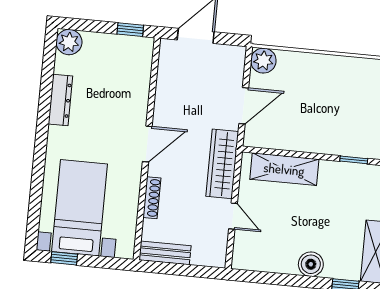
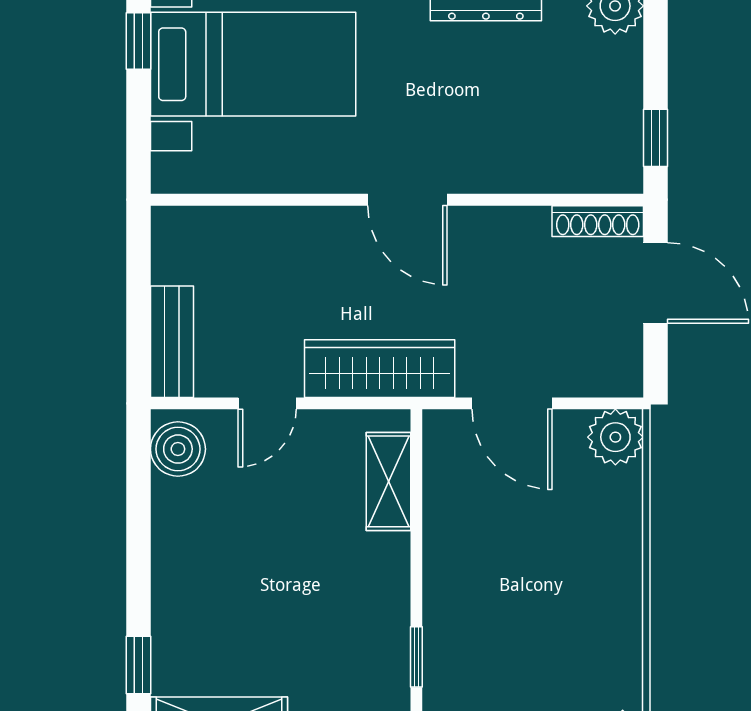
shelving: (284, 169) -> (388, 481), width x0.67, depth x0.75
shoe rack: (152, 198) -> (598, 221), moved
bench: (165, 253) -> (172, 342), moved
boiler: (311, 264) -> (178, 449), moved

